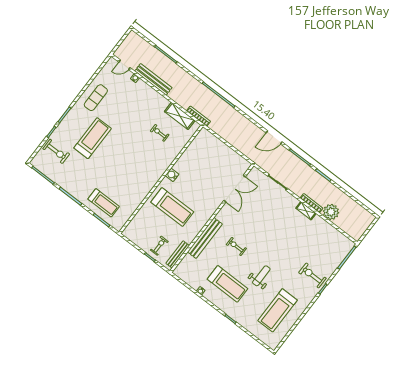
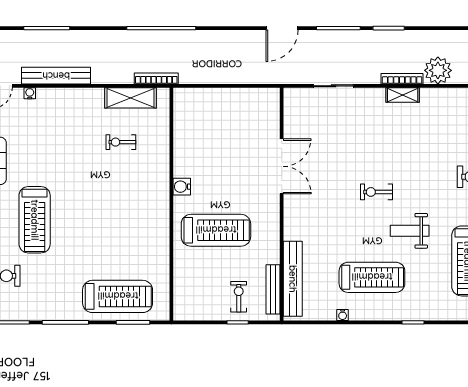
treadmill: (93, 138) -> (35, 220), turned 180
double door: (235, 189) -> (282, 166), moved
treadmill: (104, 203) -> (118, 296), width x1.37, depth x1.38
bench: (205, 238) -> (293, 279), moved
exercise bike: (236, 246) -> (377, 192), moved
weight bench: (261, 276) -> (410, 231), turned -90

